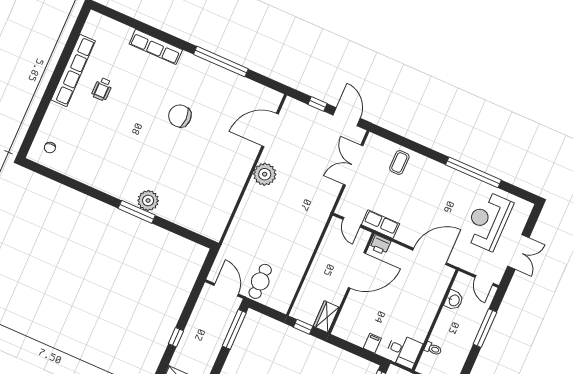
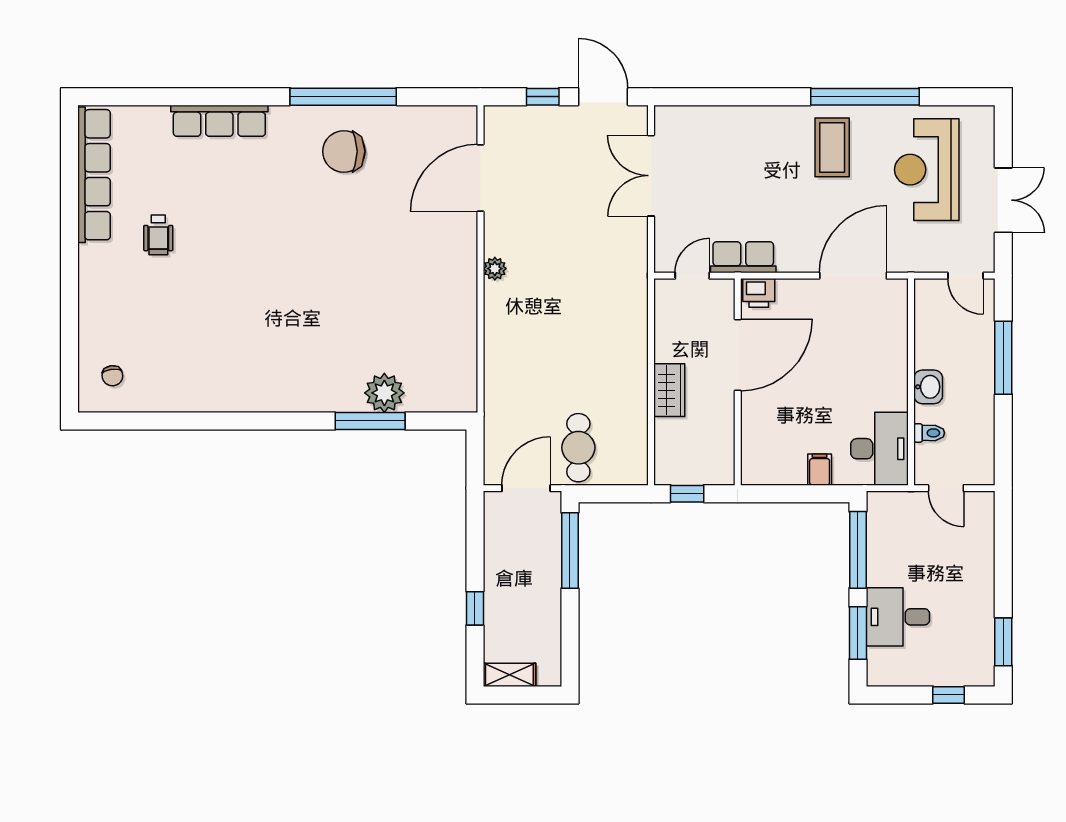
row of seats: (73, 70) -> (94, 175), moved
chair: (180, 116) -> (344, 151), moved
coffee table: (399, 162) -> (832, 147), moved, width x1.36, depth x1.30
plant: (265, 174) -> (495, 269), width x0.53, depth x0.53
plant: (148, 201) -> (384, 393), moved
window: (137, 212) -> (370, 421), moved
door: (352, 222) -> (692, 276), swing flipped
door: (226, 290) -> (526, 488), hinge flipped
washbasin: (454, 300) -> (928, 387), moved
wardrobe: (326, 317) -> (669, 390), moved, turned 180
desk: (404, 351) -> (880, 449), width x1.37

